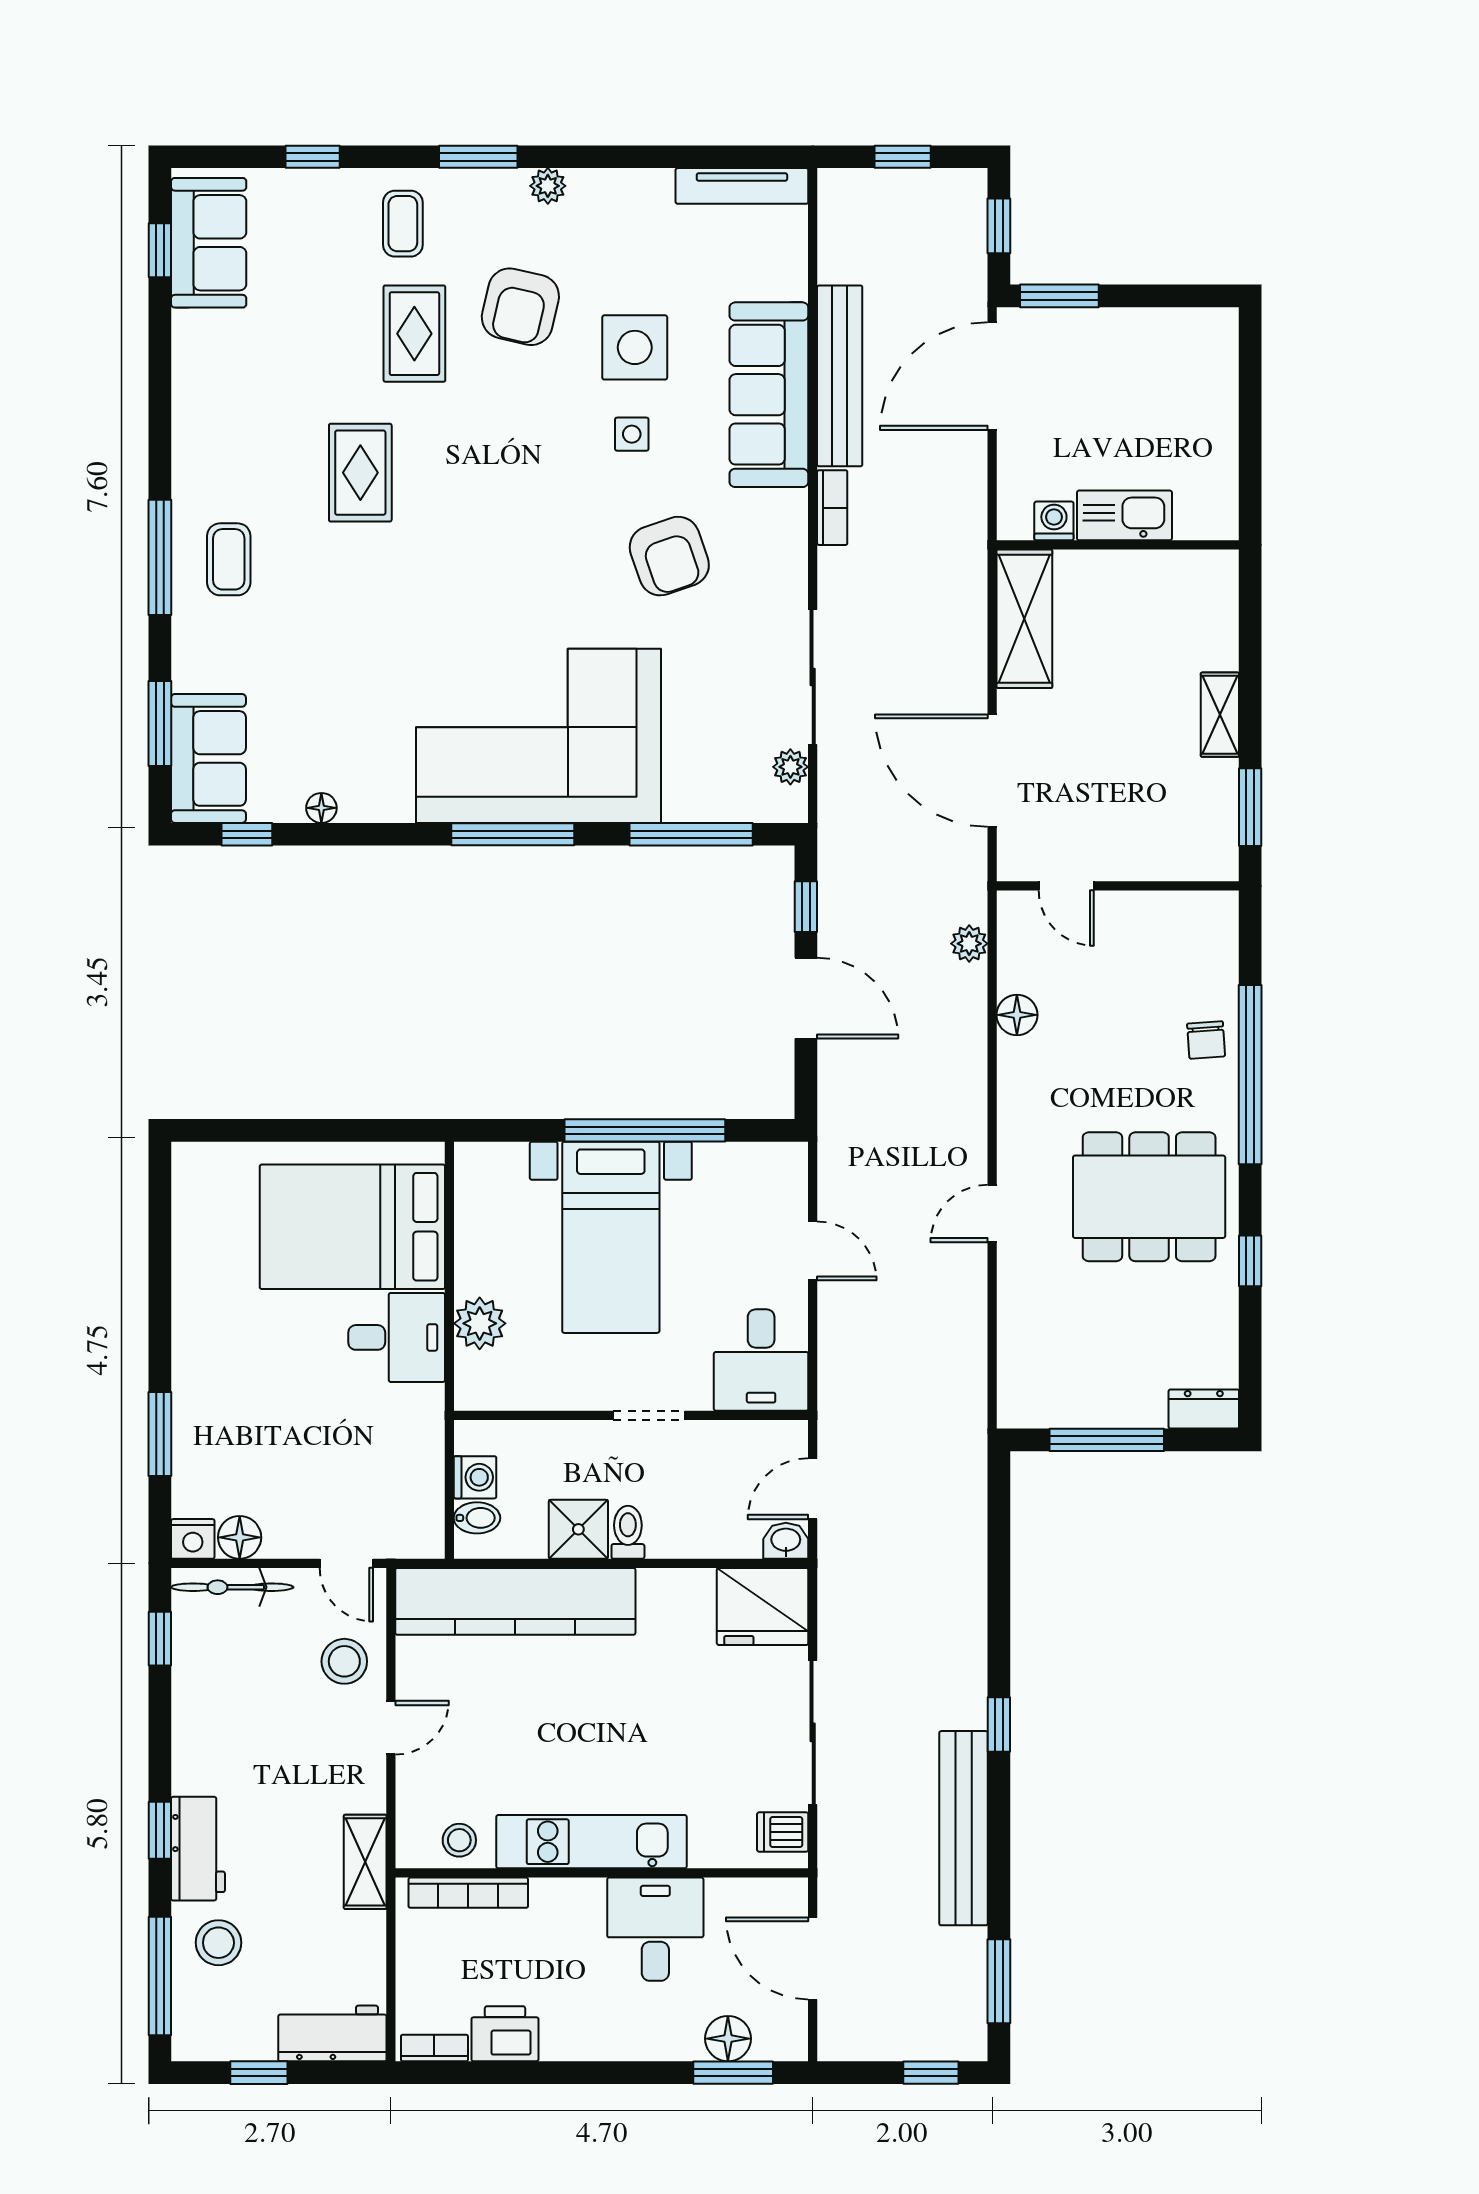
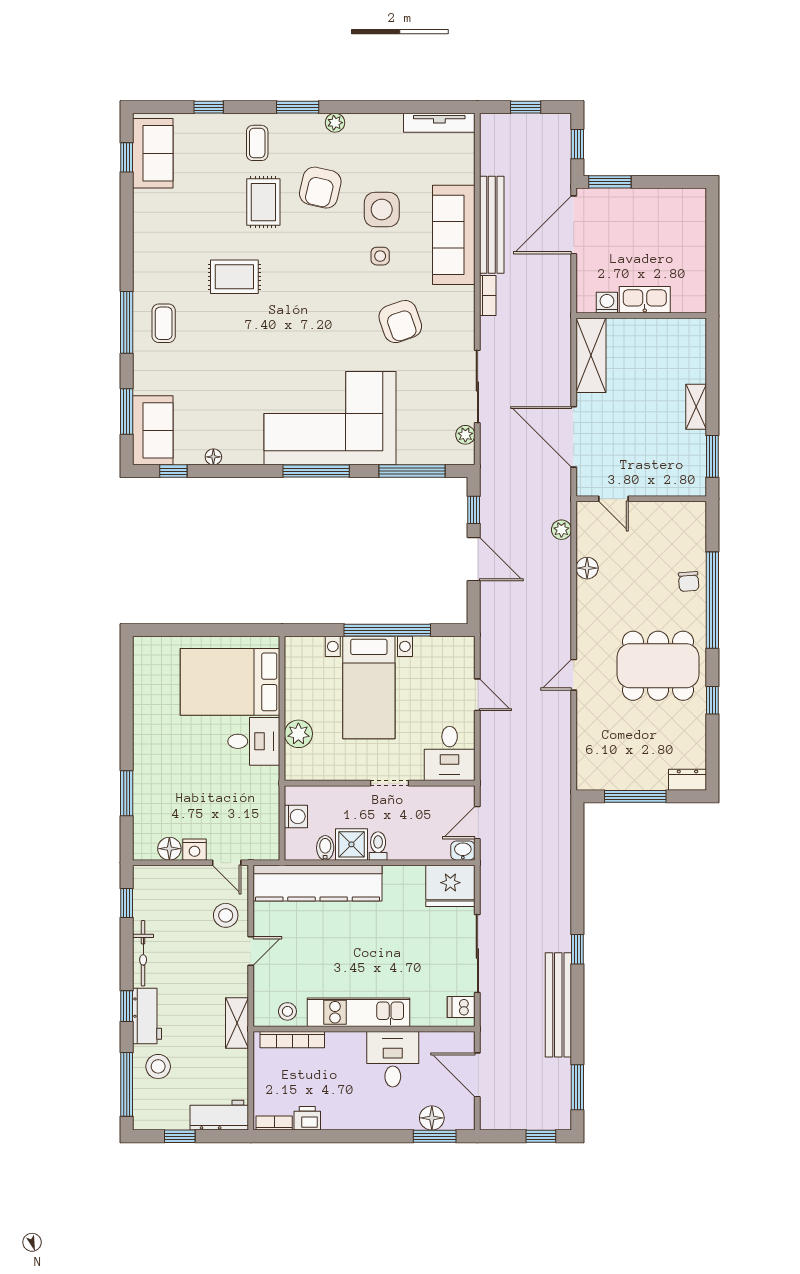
rug: (360, 473) -> (234, 277), turned 90
bidet: (477, 1518) -> (325, 848), moved, turned -90
nightstand: (193, 1539) -> (195, 850), moved
bicycle: (232, 1587) -> (143, 953), moved, turned -90
printer: (505, 2034) -> (307, 1118), width x0.73, depth x0.81

